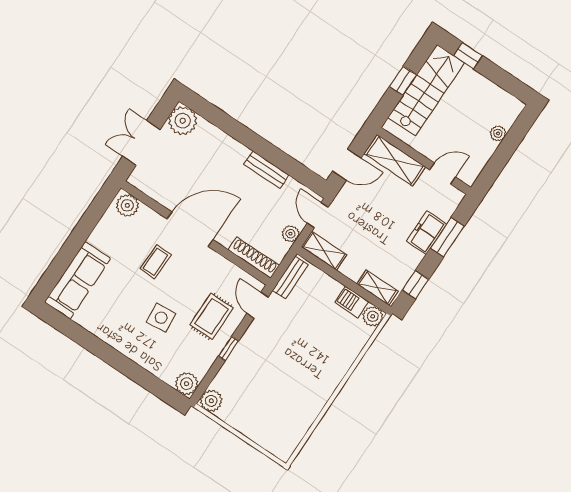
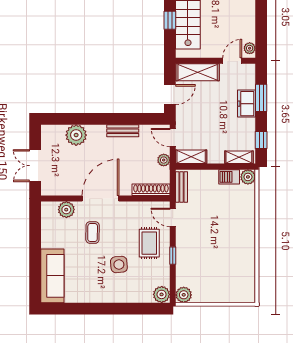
plant: (183, 121) -> (76, 135), moved
plant: (498, 133) -> (250, 48), moved
plant: (127, 205) -> (66, 210), moved

